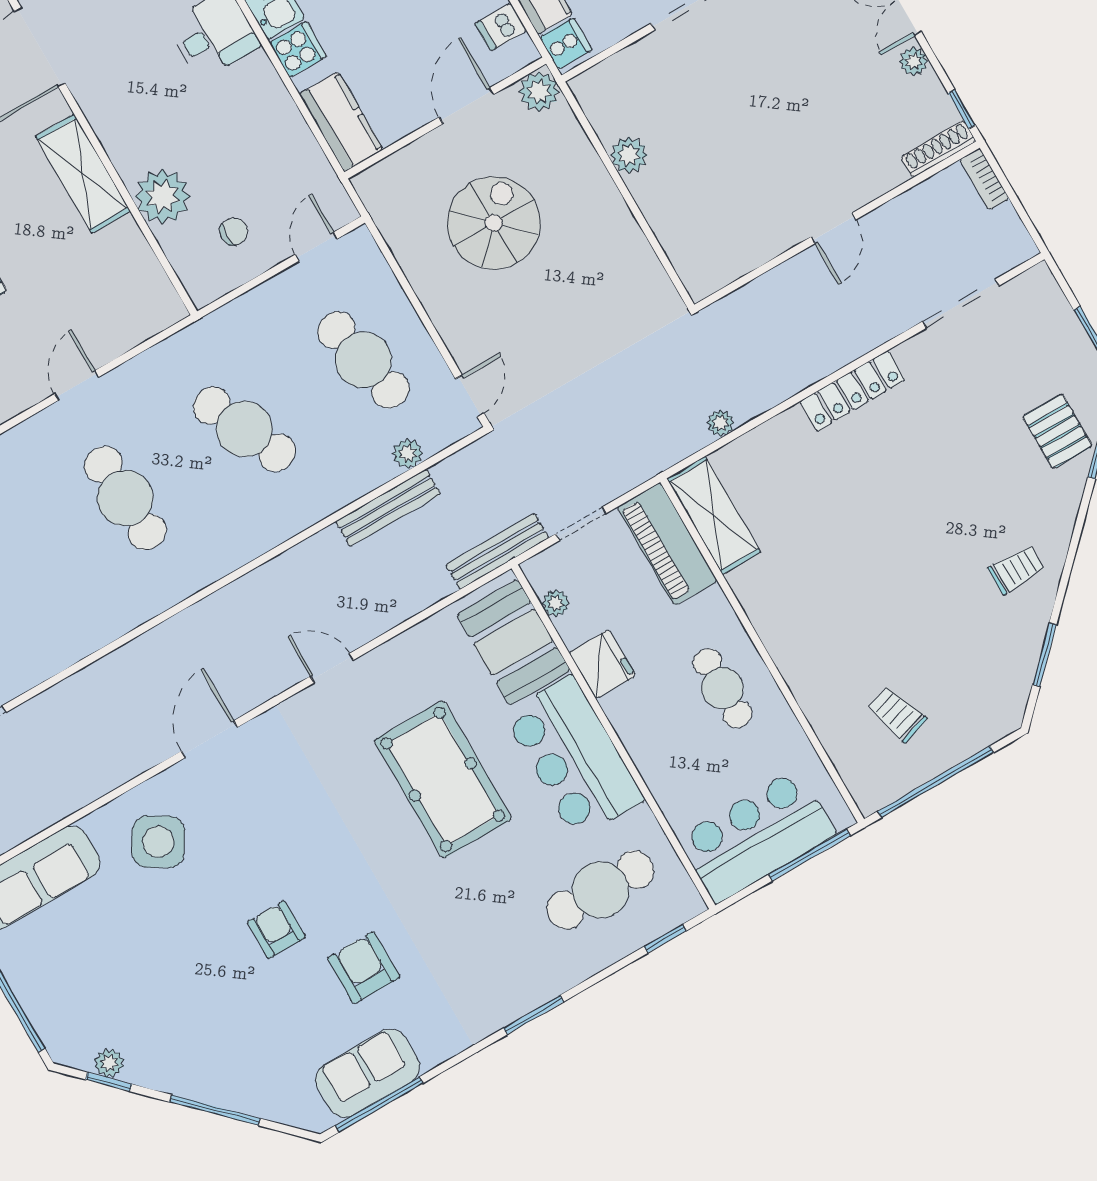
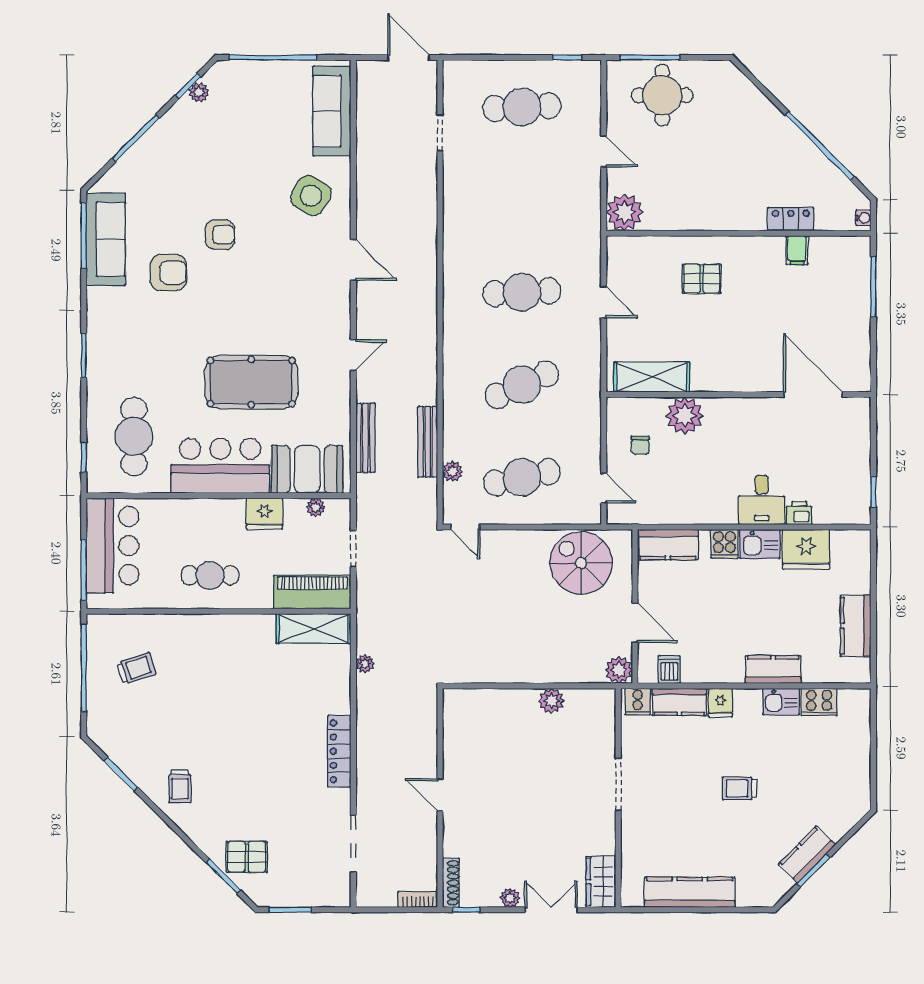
shelving: (83, 174) -> (652, 377), moved
spiral stairs: (494, 223) -> (581, 563), moved, turned 180
bench: (497, 551) -> (365, 438), moved
sofa: (368, 1073) -> (106, 239), width x1.36

